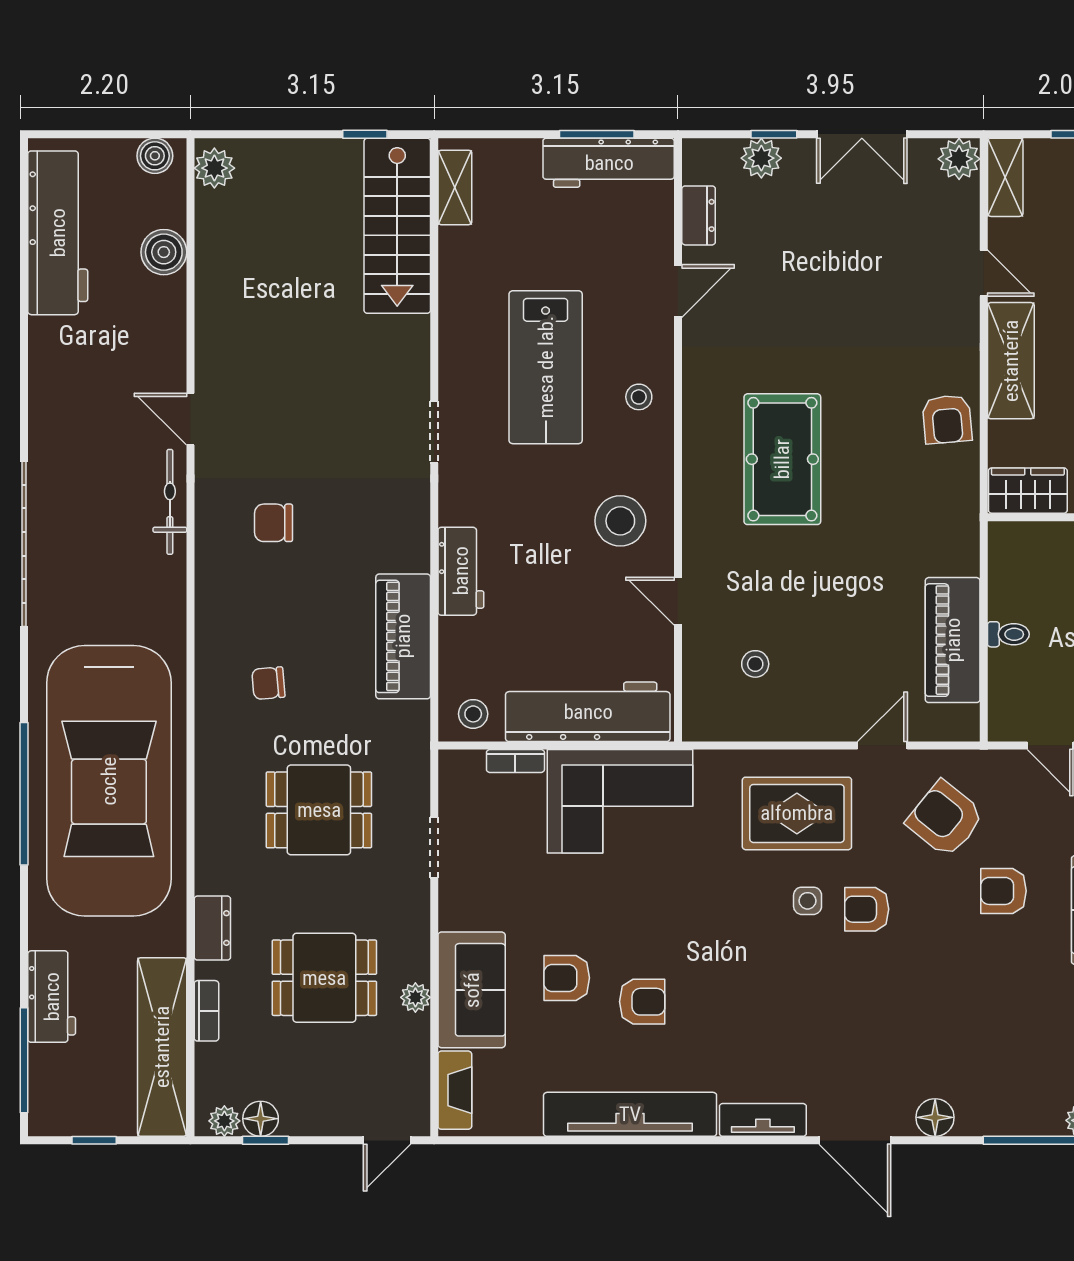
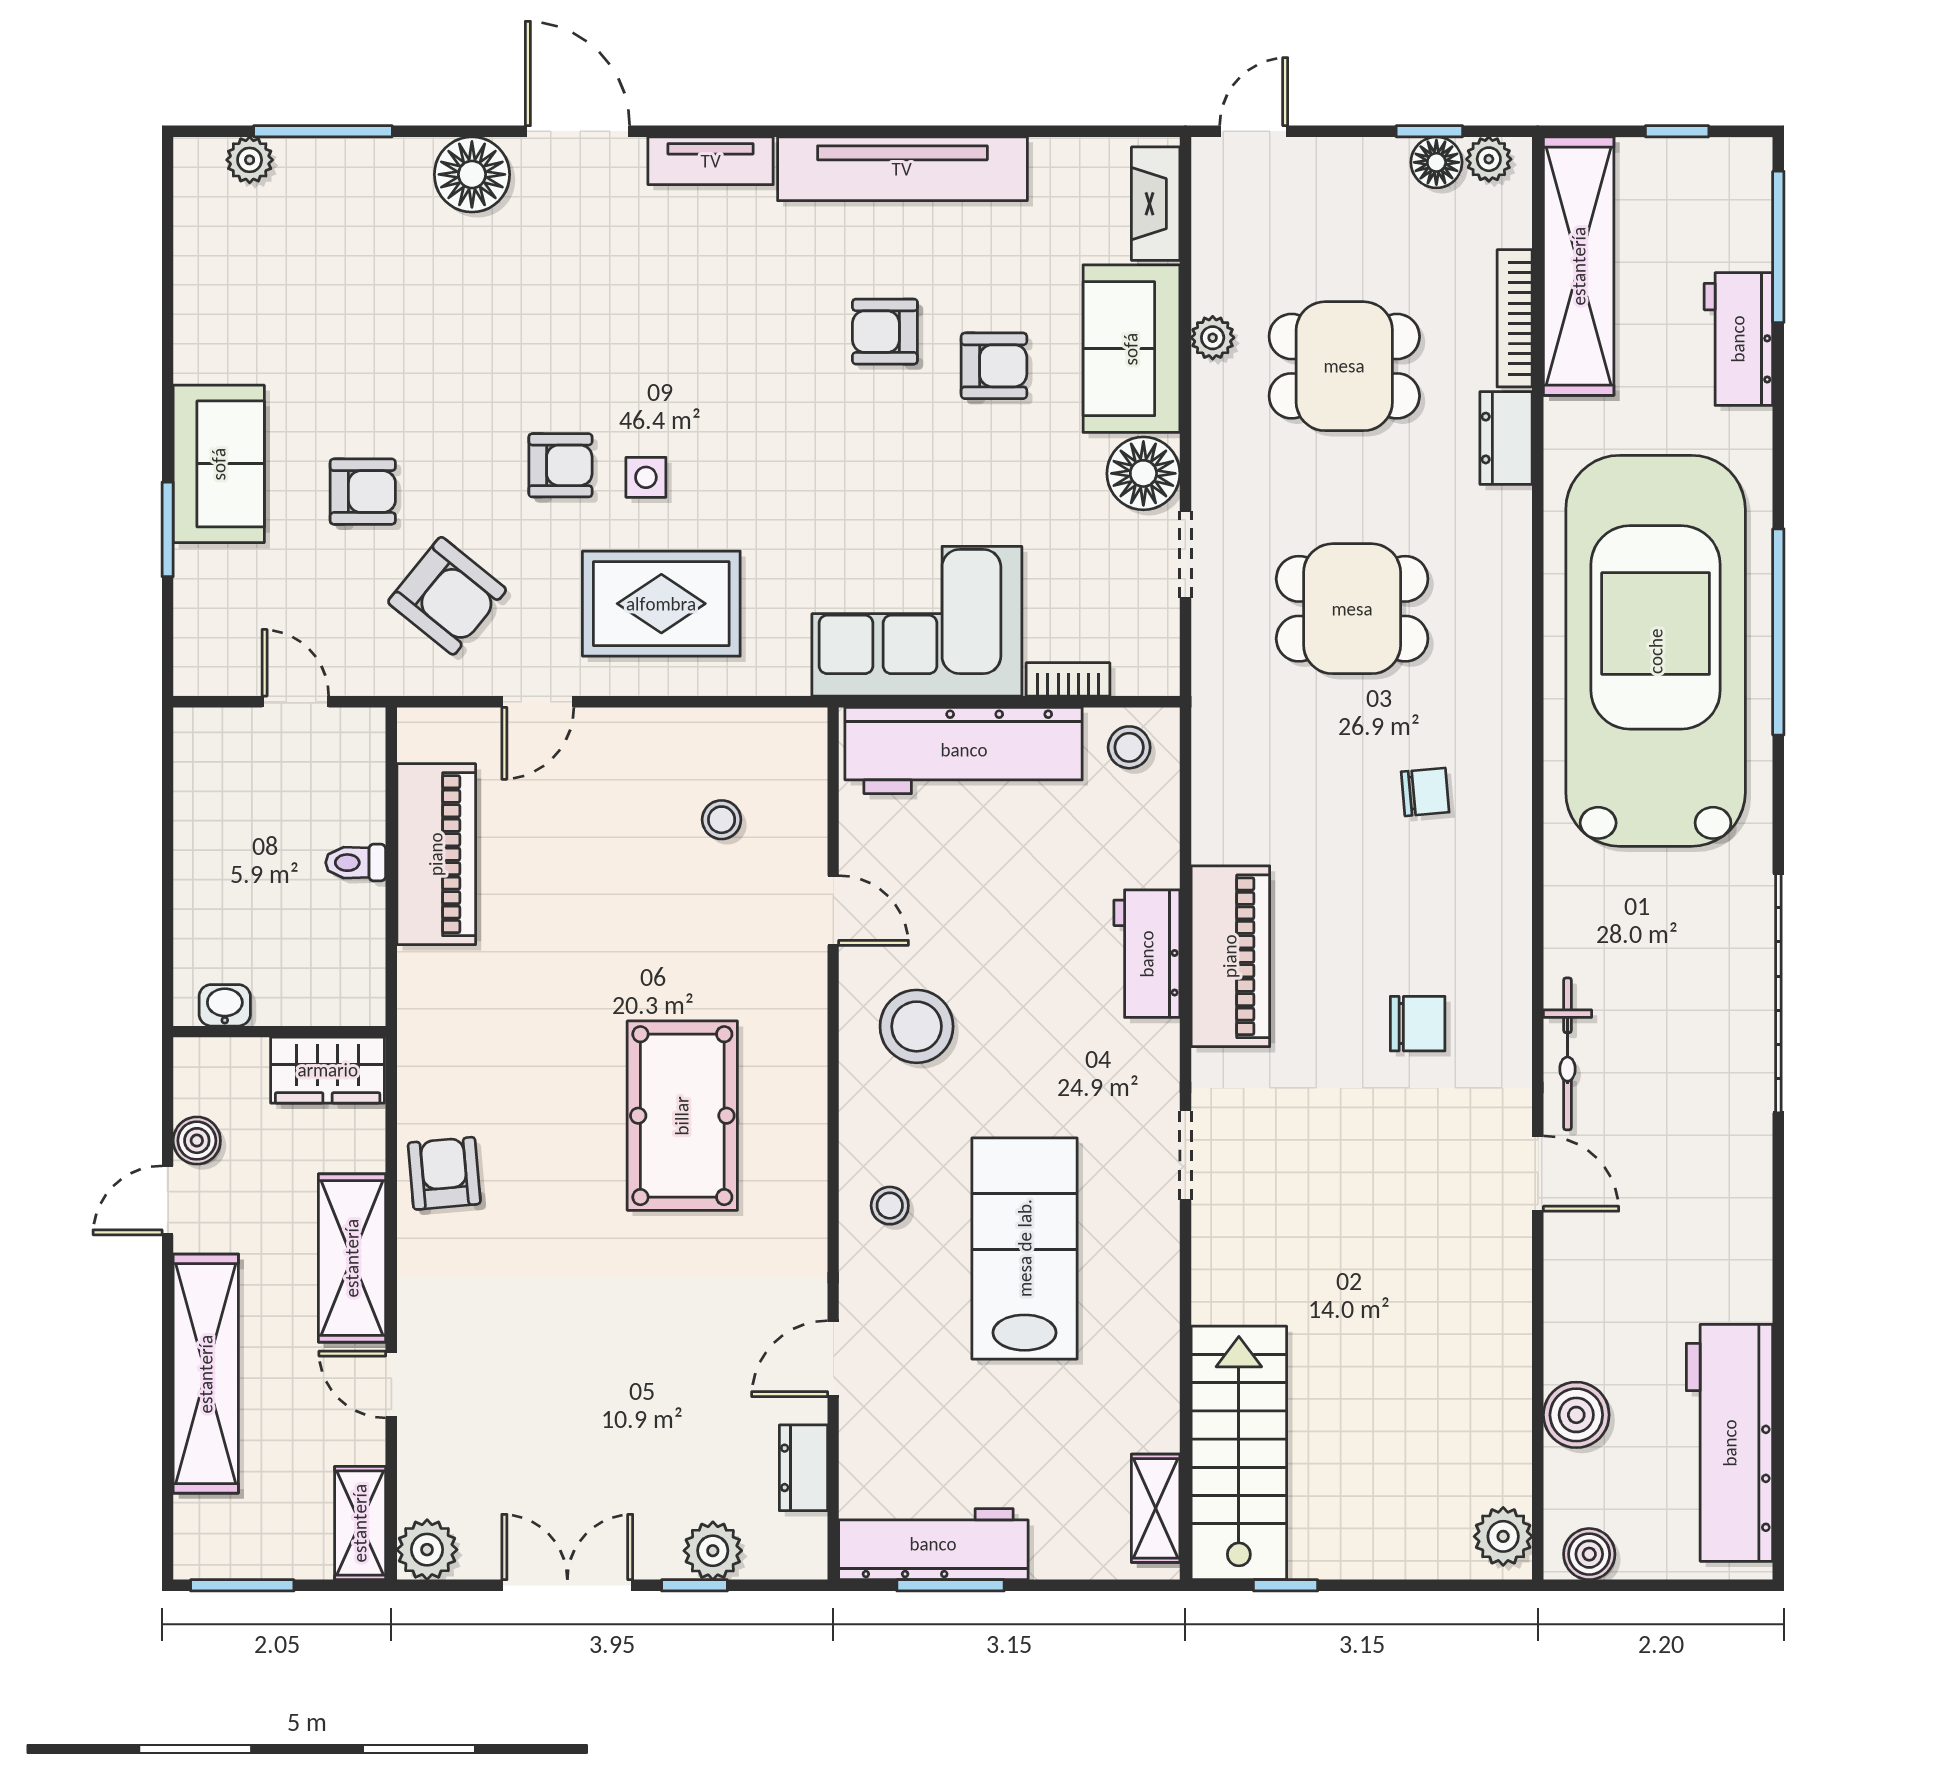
piano: (403, 636) -> (1230, 956), moved
floor lamp: (463, 904) -> (1143, 473), added
bookcase: (206, 1011) -> (1515, 318), width x1.56
floor lamp: (935, 1117) -> (472, 174), width x1.38, depth x1.38

